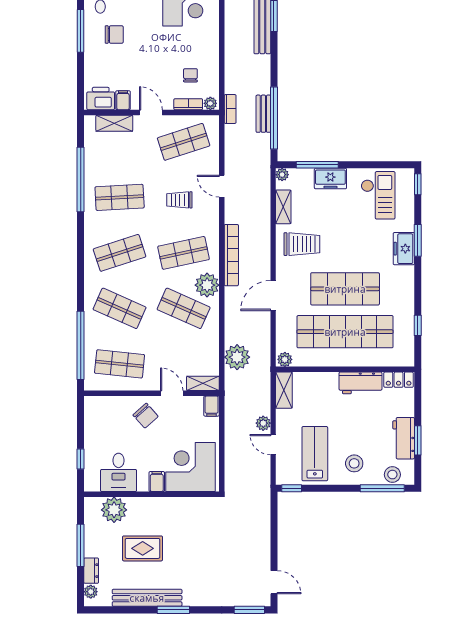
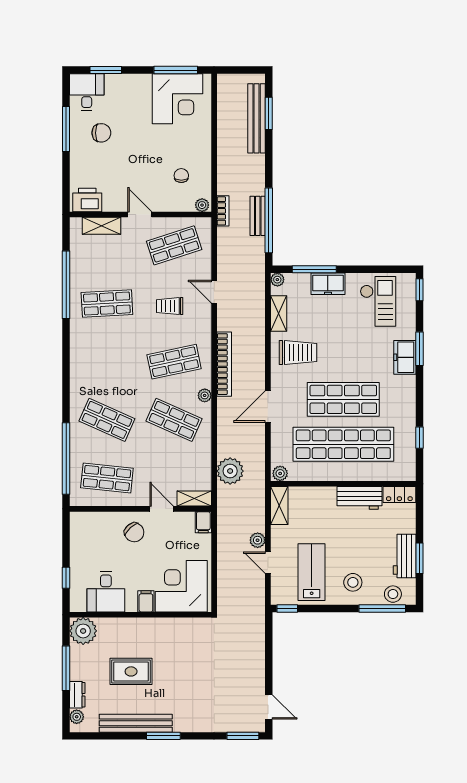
filing cabinet: (123, 100) -> (111, 202), removed
bookcase: (188, 104) -> (179, 206), removed
shop shelf: (120, 253) -> (107, 362), removed
plant: (207, 285) -> (205, 395), width x0.53, depth x0.53
plant: (114, 510) -> (83, 631), moved

